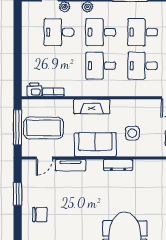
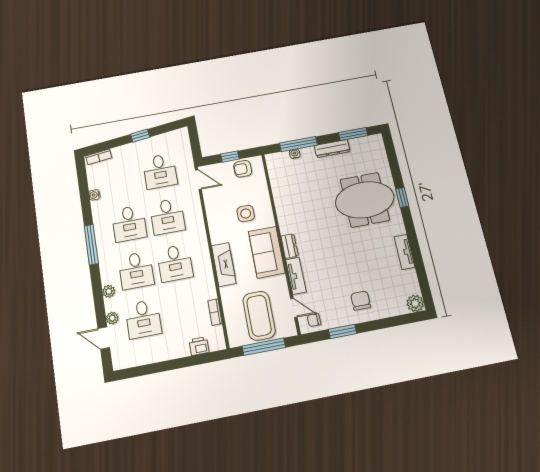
printer: (34, 90) -> (199, 346), moved, turned 90
dresser: (118, 165) -> (290, 246), moved, width x0.70
chair: (31, 173) -> (314, 320), added

